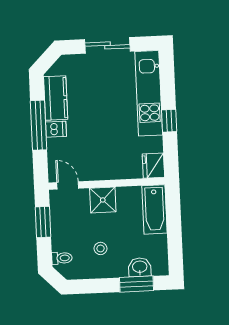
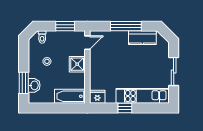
dishwasher: (56, 129) -> (123, 37), removed

